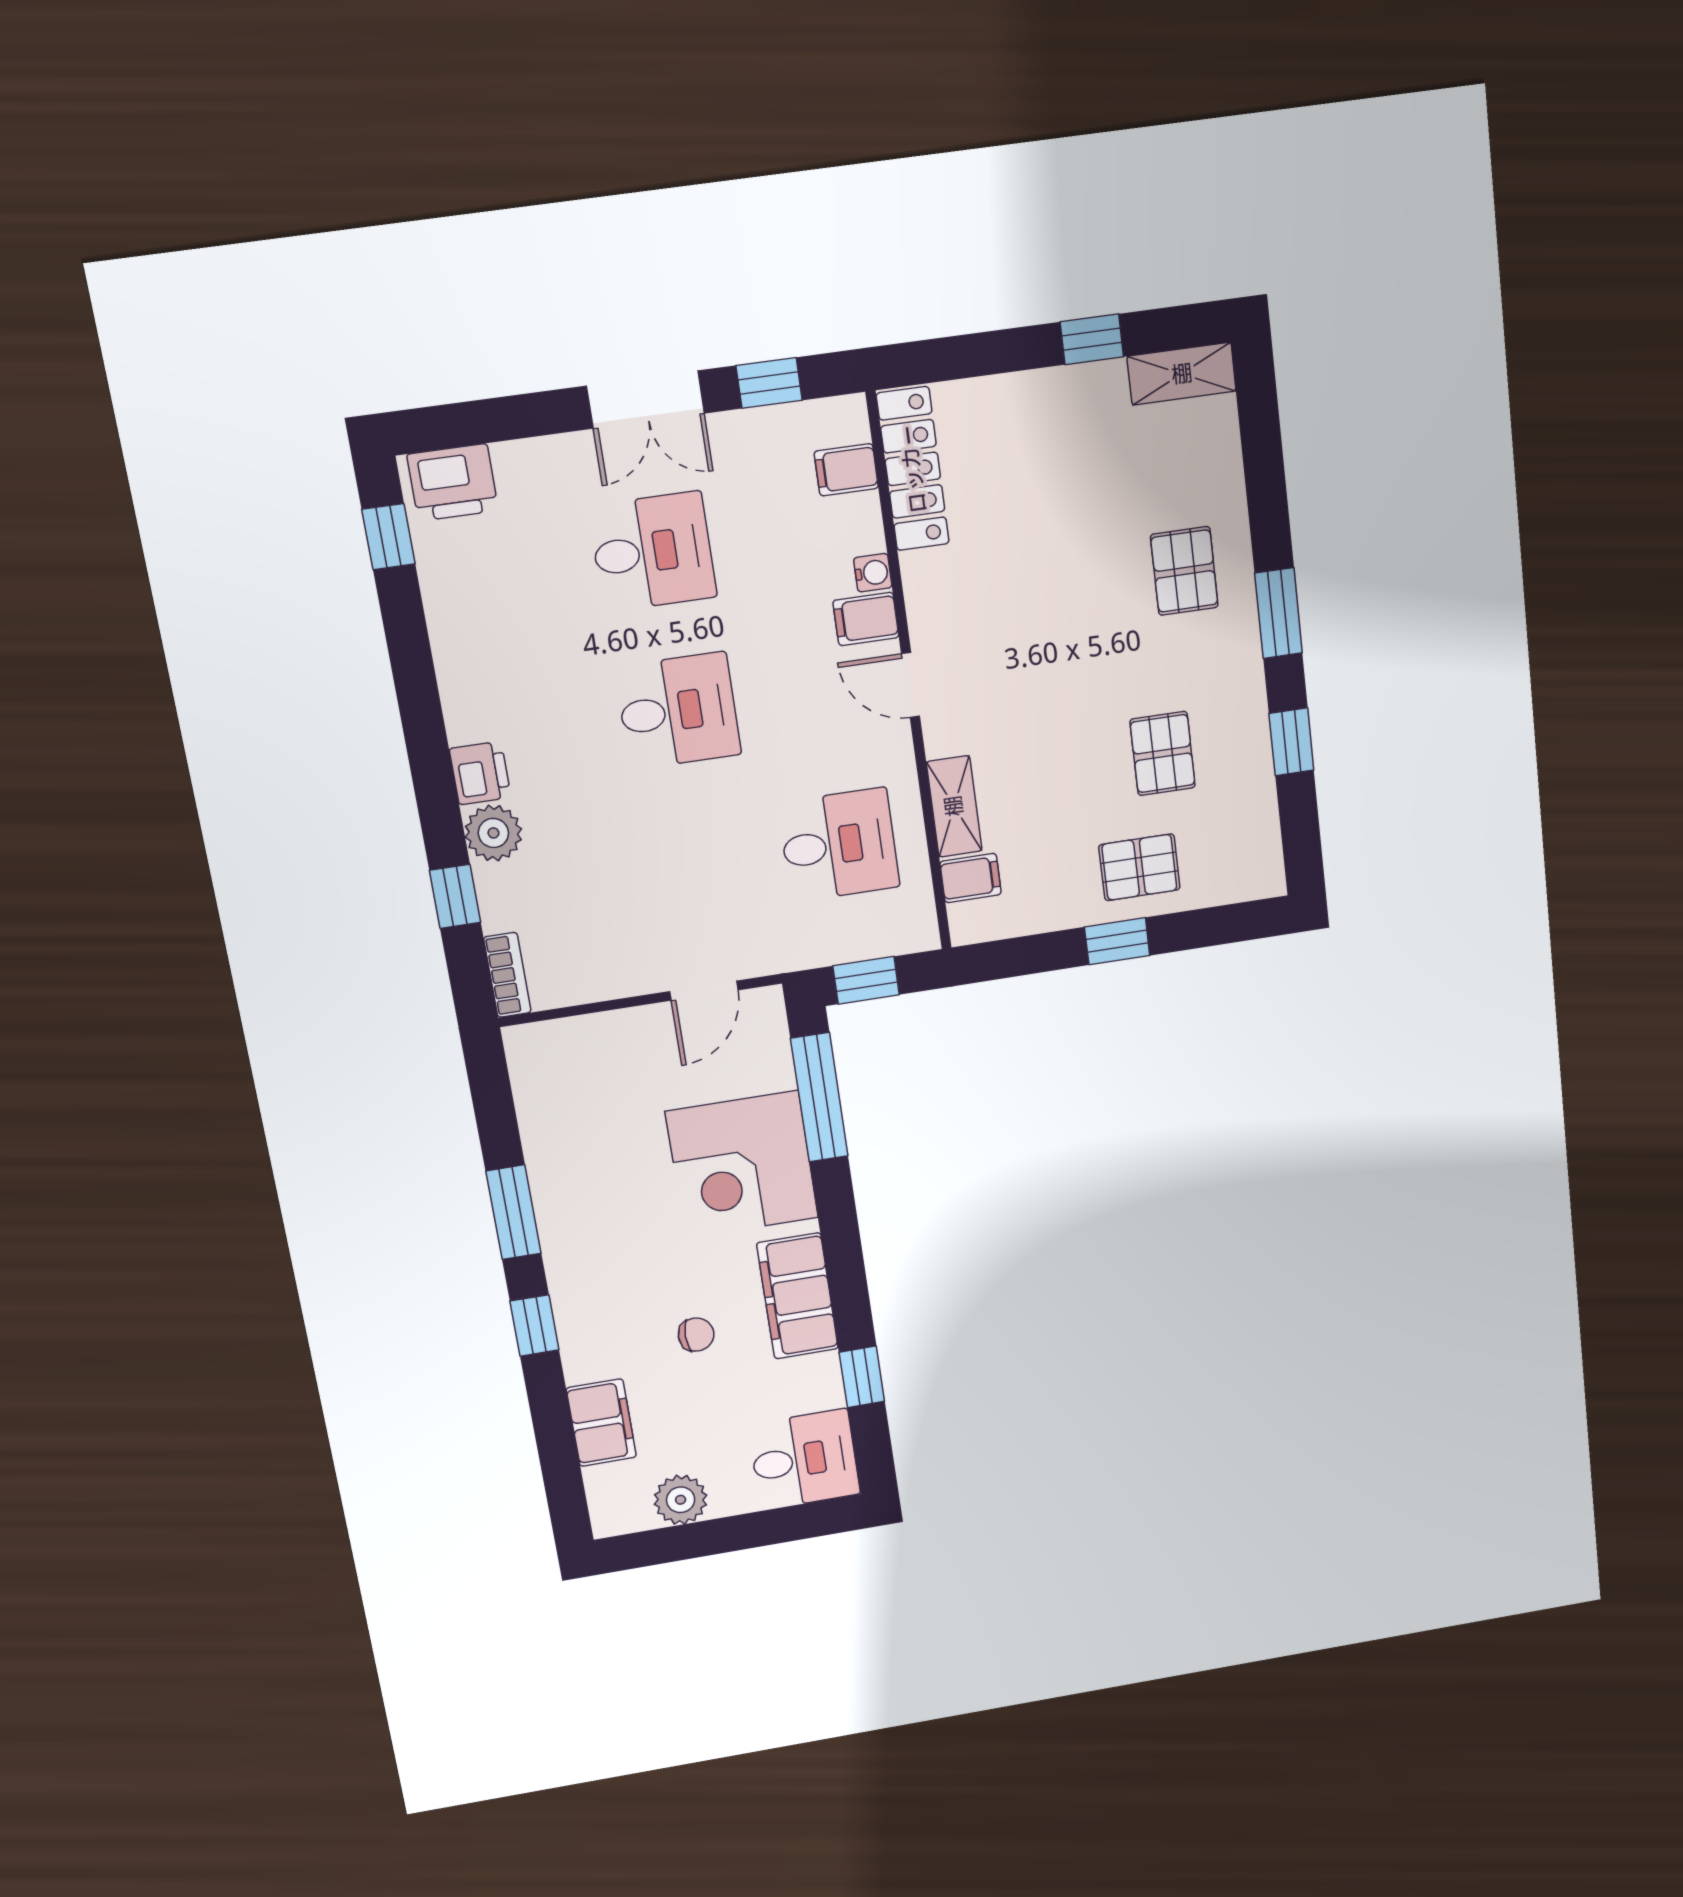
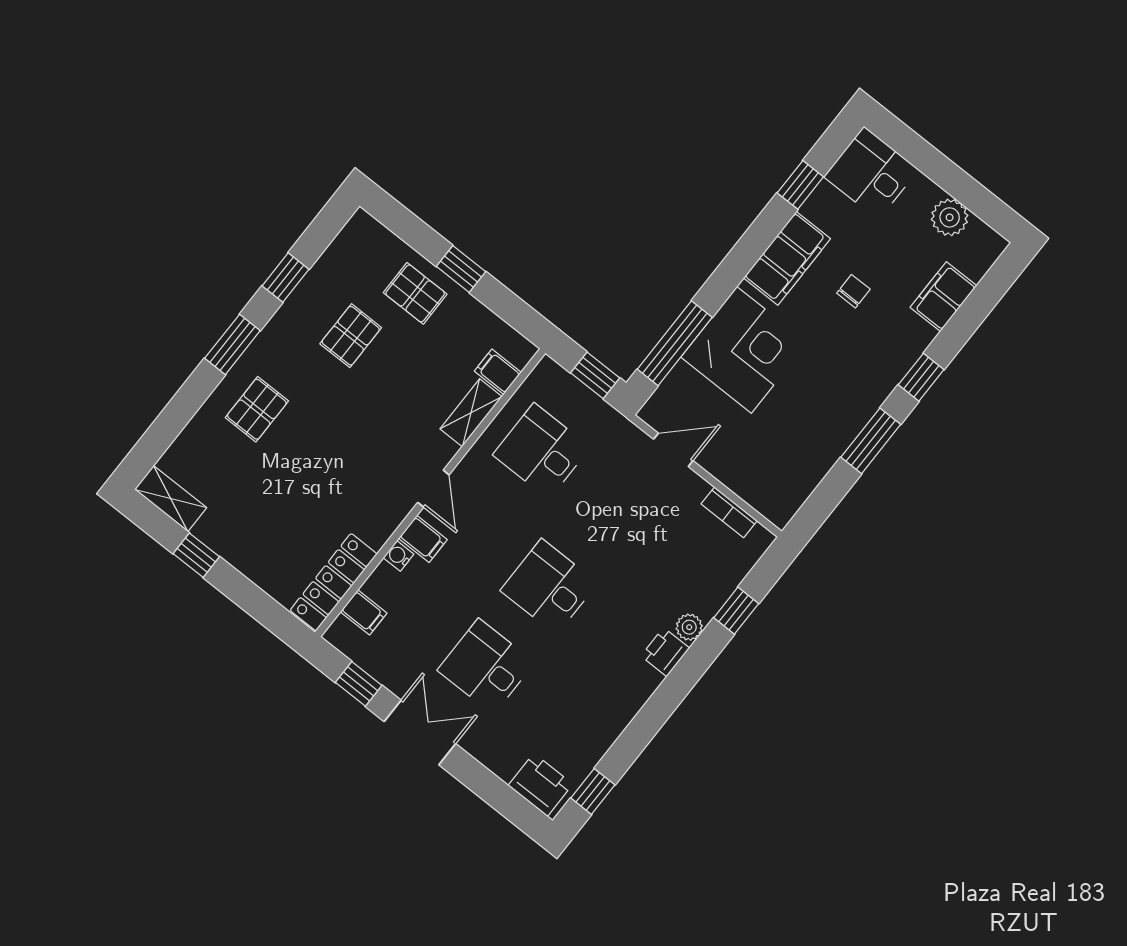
plant: (493, 833) -> (689, 627), width x0.73, depth x0.73
bookcase: (507, 975) -> (729, 512), moved, turned -90
chair: (696, 1335) -> (853, 291), turned 90

